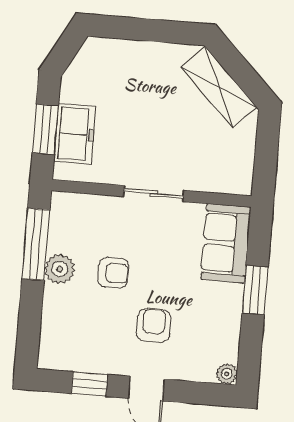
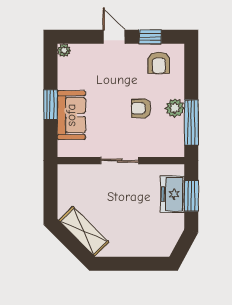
sofa: (226, 243) -> (71, 115), moved
armchair: (154, 325) -> (159, 63), moved

